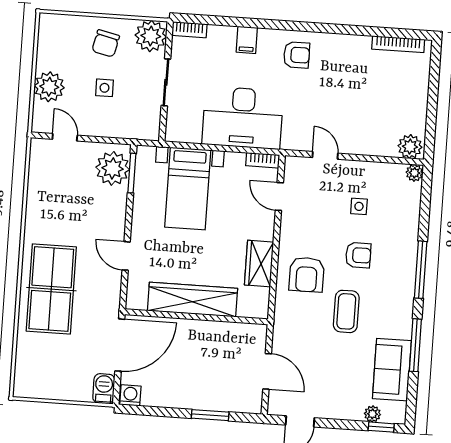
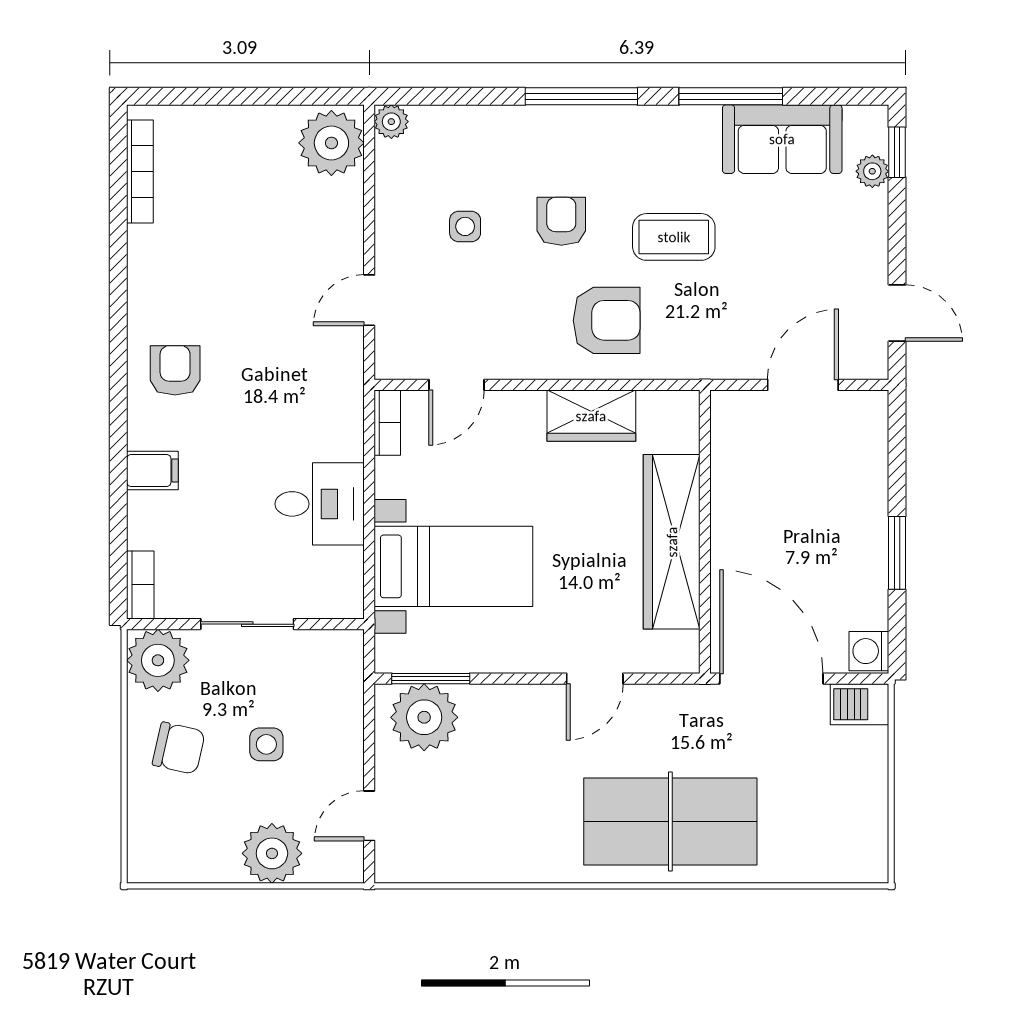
desk: (243, 118) -> (320, 504), width x0.53, depth x0.77
plant: (410, 147) -> (331, 143), width x1.36, depth x1.36
window: (210, 415) -> (897, 553), moved

